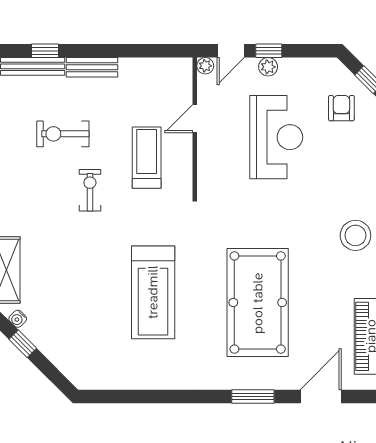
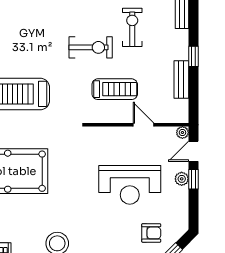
window: (45, 51) -> (193, 56), moved
door: (231, 51) -> (193, 151), hinge flipped
bench: (92, 67) -> (181, 80), moved
exercise bike: (90, 190) -> (91, 47), width x1.38, depth x1.39

